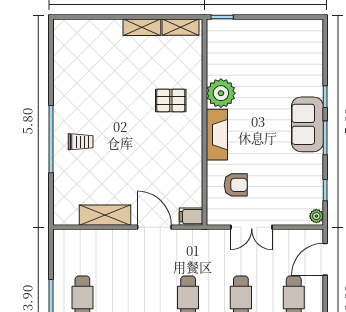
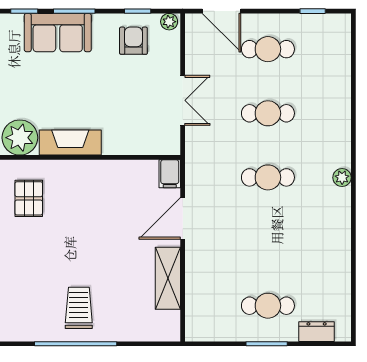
trolley: (81, 142) -> (79, 308), width x1.36, depth x1.39
armchair: (236, 185) -> (133, 41), moved

